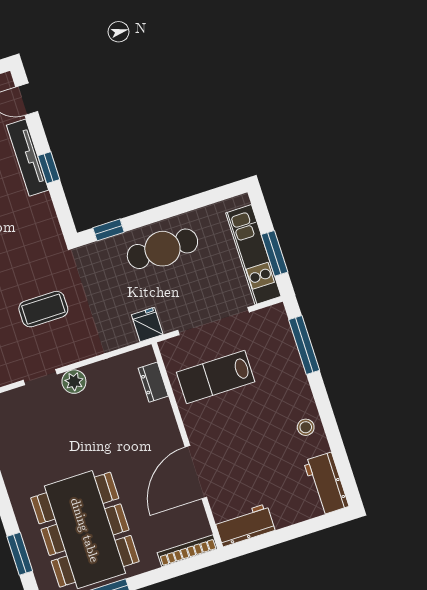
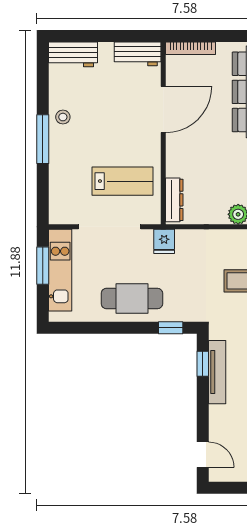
tv unit: (28, 158) -> (217, 372), moved
window: (49, 168) -> (203, 364), moved
window: (304, 345) -> (43, 139), moved
dresser: (153, 382) -> (174, 200), width x1.44
workbench: (326, 484) -> (73, 54), moved, turned 90

